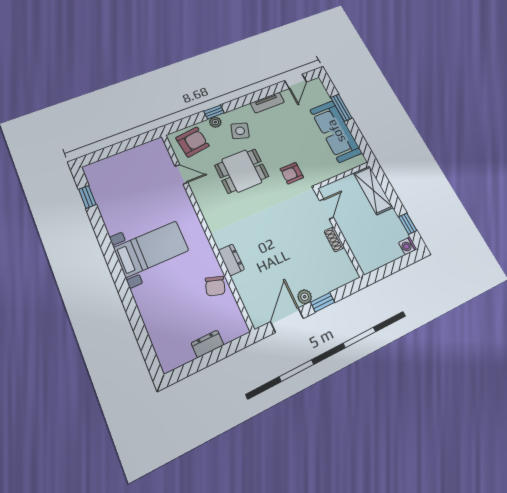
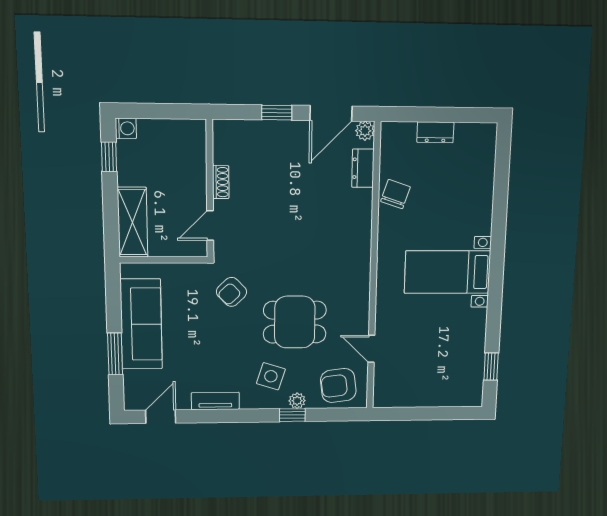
armchair: (292, 173) -> (231, 292), turned 136
dresser: (231, 260) -> (363, 168), moved
plant: (305, 297) -> (365, 131), moved

